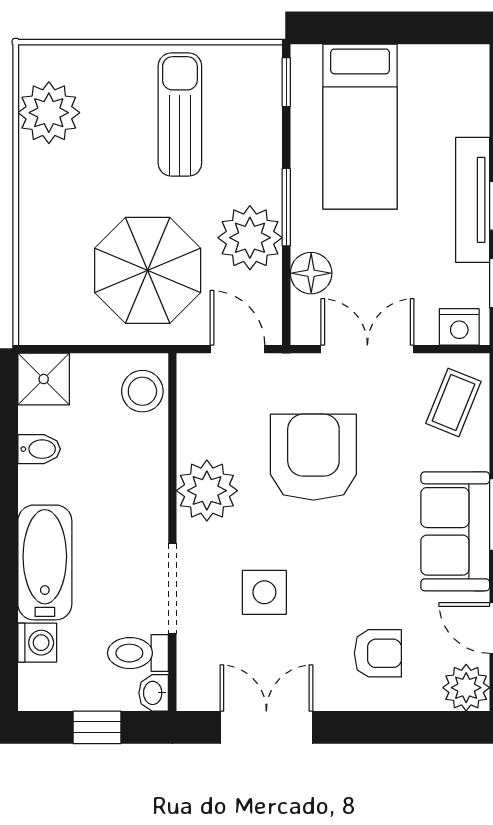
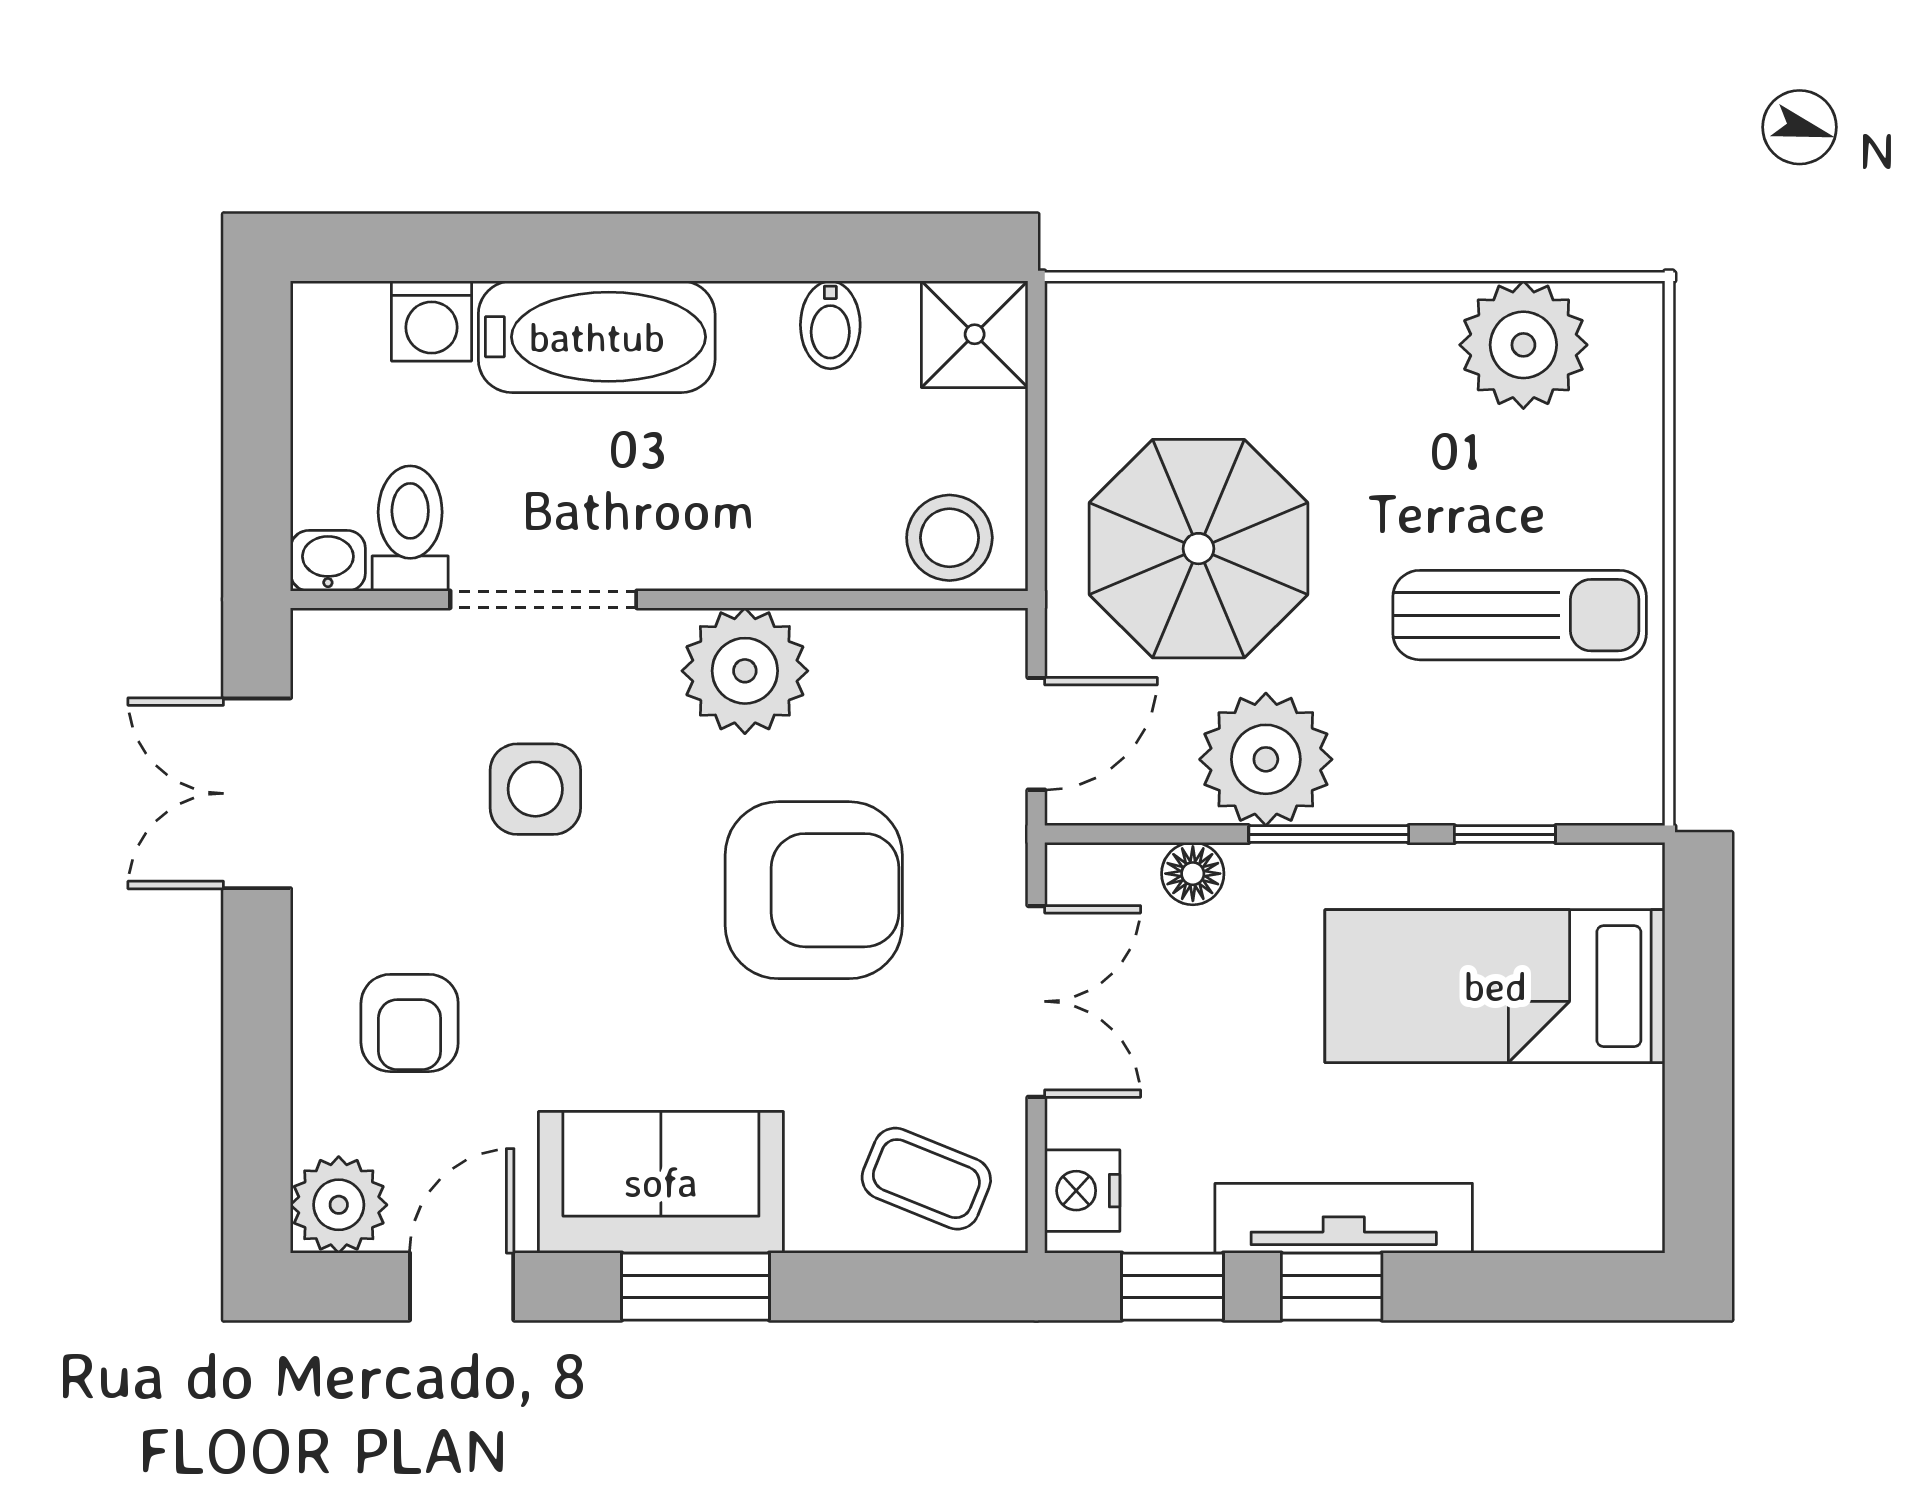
window: (286, 82) -> (1505, 834), moved
floor lamp: (311, 273) -> (1193, 874), width x0.73, depth x0.73
window: (97, 727) -> (257, 444), removed
double door: (266, 727) -> (257, 793), swing flipped

